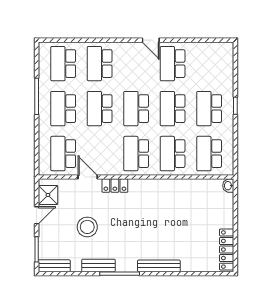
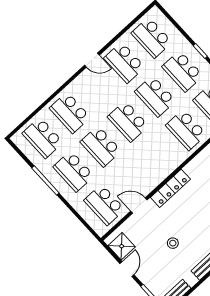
school desk: (136, 154) -> (152, 38), moved
locker: (115, 186) -> (170, 188), width x1.53
stool: (87, 227) -> (173, 243), width x0.53, depth x0.53

